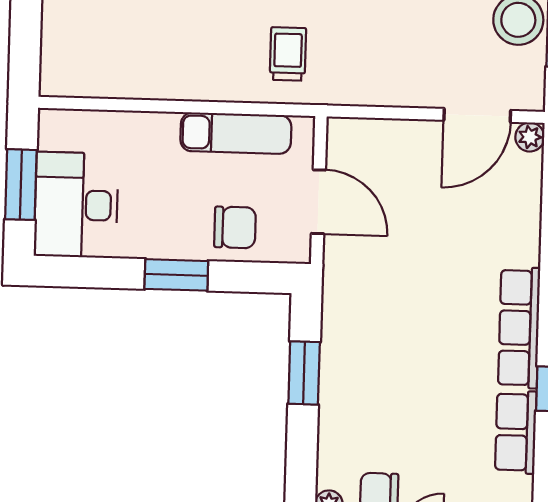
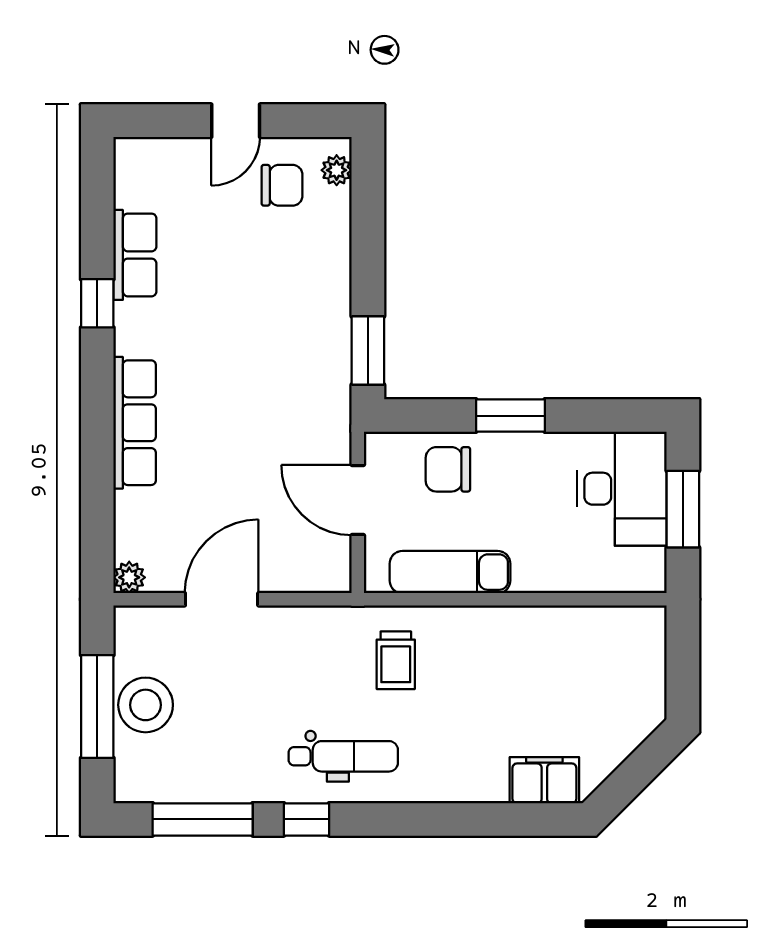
door: (477, 115) -> (222, 599), moved
row of seats: (519, 328) -> (135, 423), moved
window: (304, 373) -> (368, 351), moved

